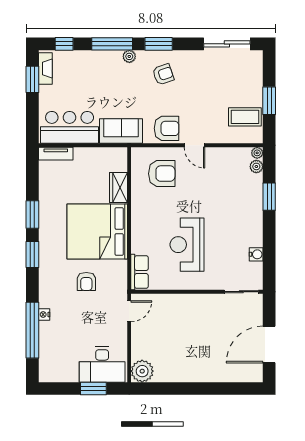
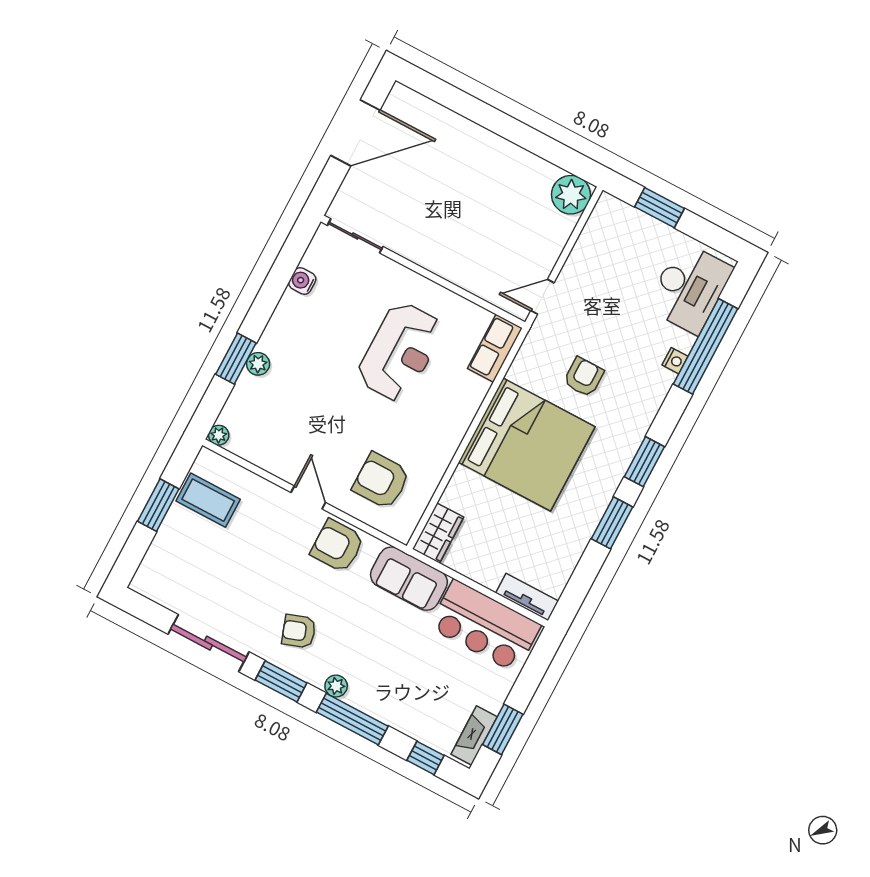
sliding door: (227, 44) -> (208, 643), moved
plant: (256, 166) -> (258, 364), moved
wardrobe: (119, 187) -> (438, 533), moved
desk: (102, 365) -> (690, 288), moved, turned 90

